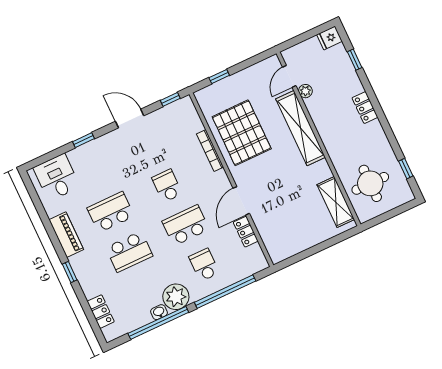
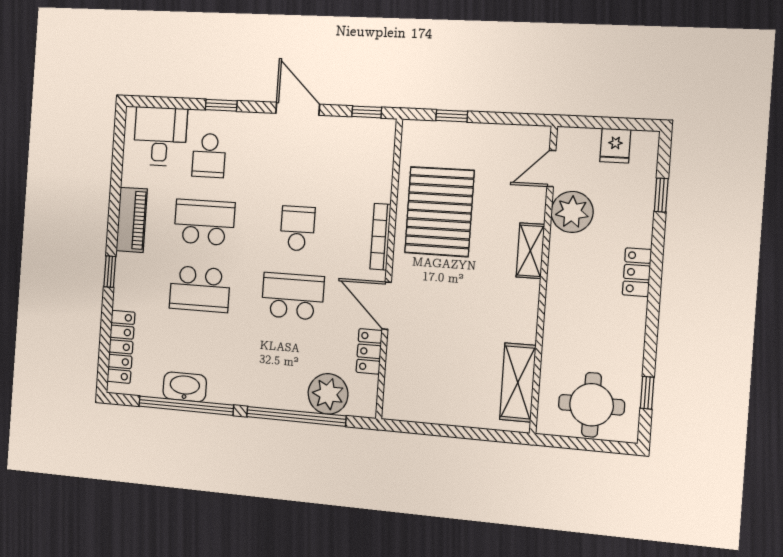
fridge: (330, 38) -> (615, 146), moved, turned -90
plant: (305, 91) -> (572, 212), width x1.87, depth x1.87
shelving: (300, 128) -> (530, 251), width x0.45, depth x0.75
bookcase: (210, 150) -> (380, 237), moved
round table: (370, 183) -> (592, 405), moved
door: (241, 201) -> (387, 306), hinge flipped
school desk: (204, 265) -> (209, 155), moved, turned 180
plant: (176, 297) -> (328, 394), moved
locker: (101, 312) -> (121, 347), width x1.53
washbasin: (159, 312) -> (185, 387), width x1.91, depth x1.45

